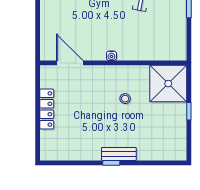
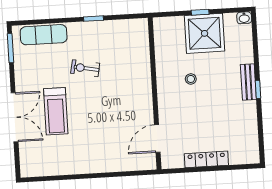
water cooler: (111, 56) -> (147, 96), removed
shower: (168, 84) -> (205, 33), moved
washbasin: (181, 154) -> (244, 18), added

